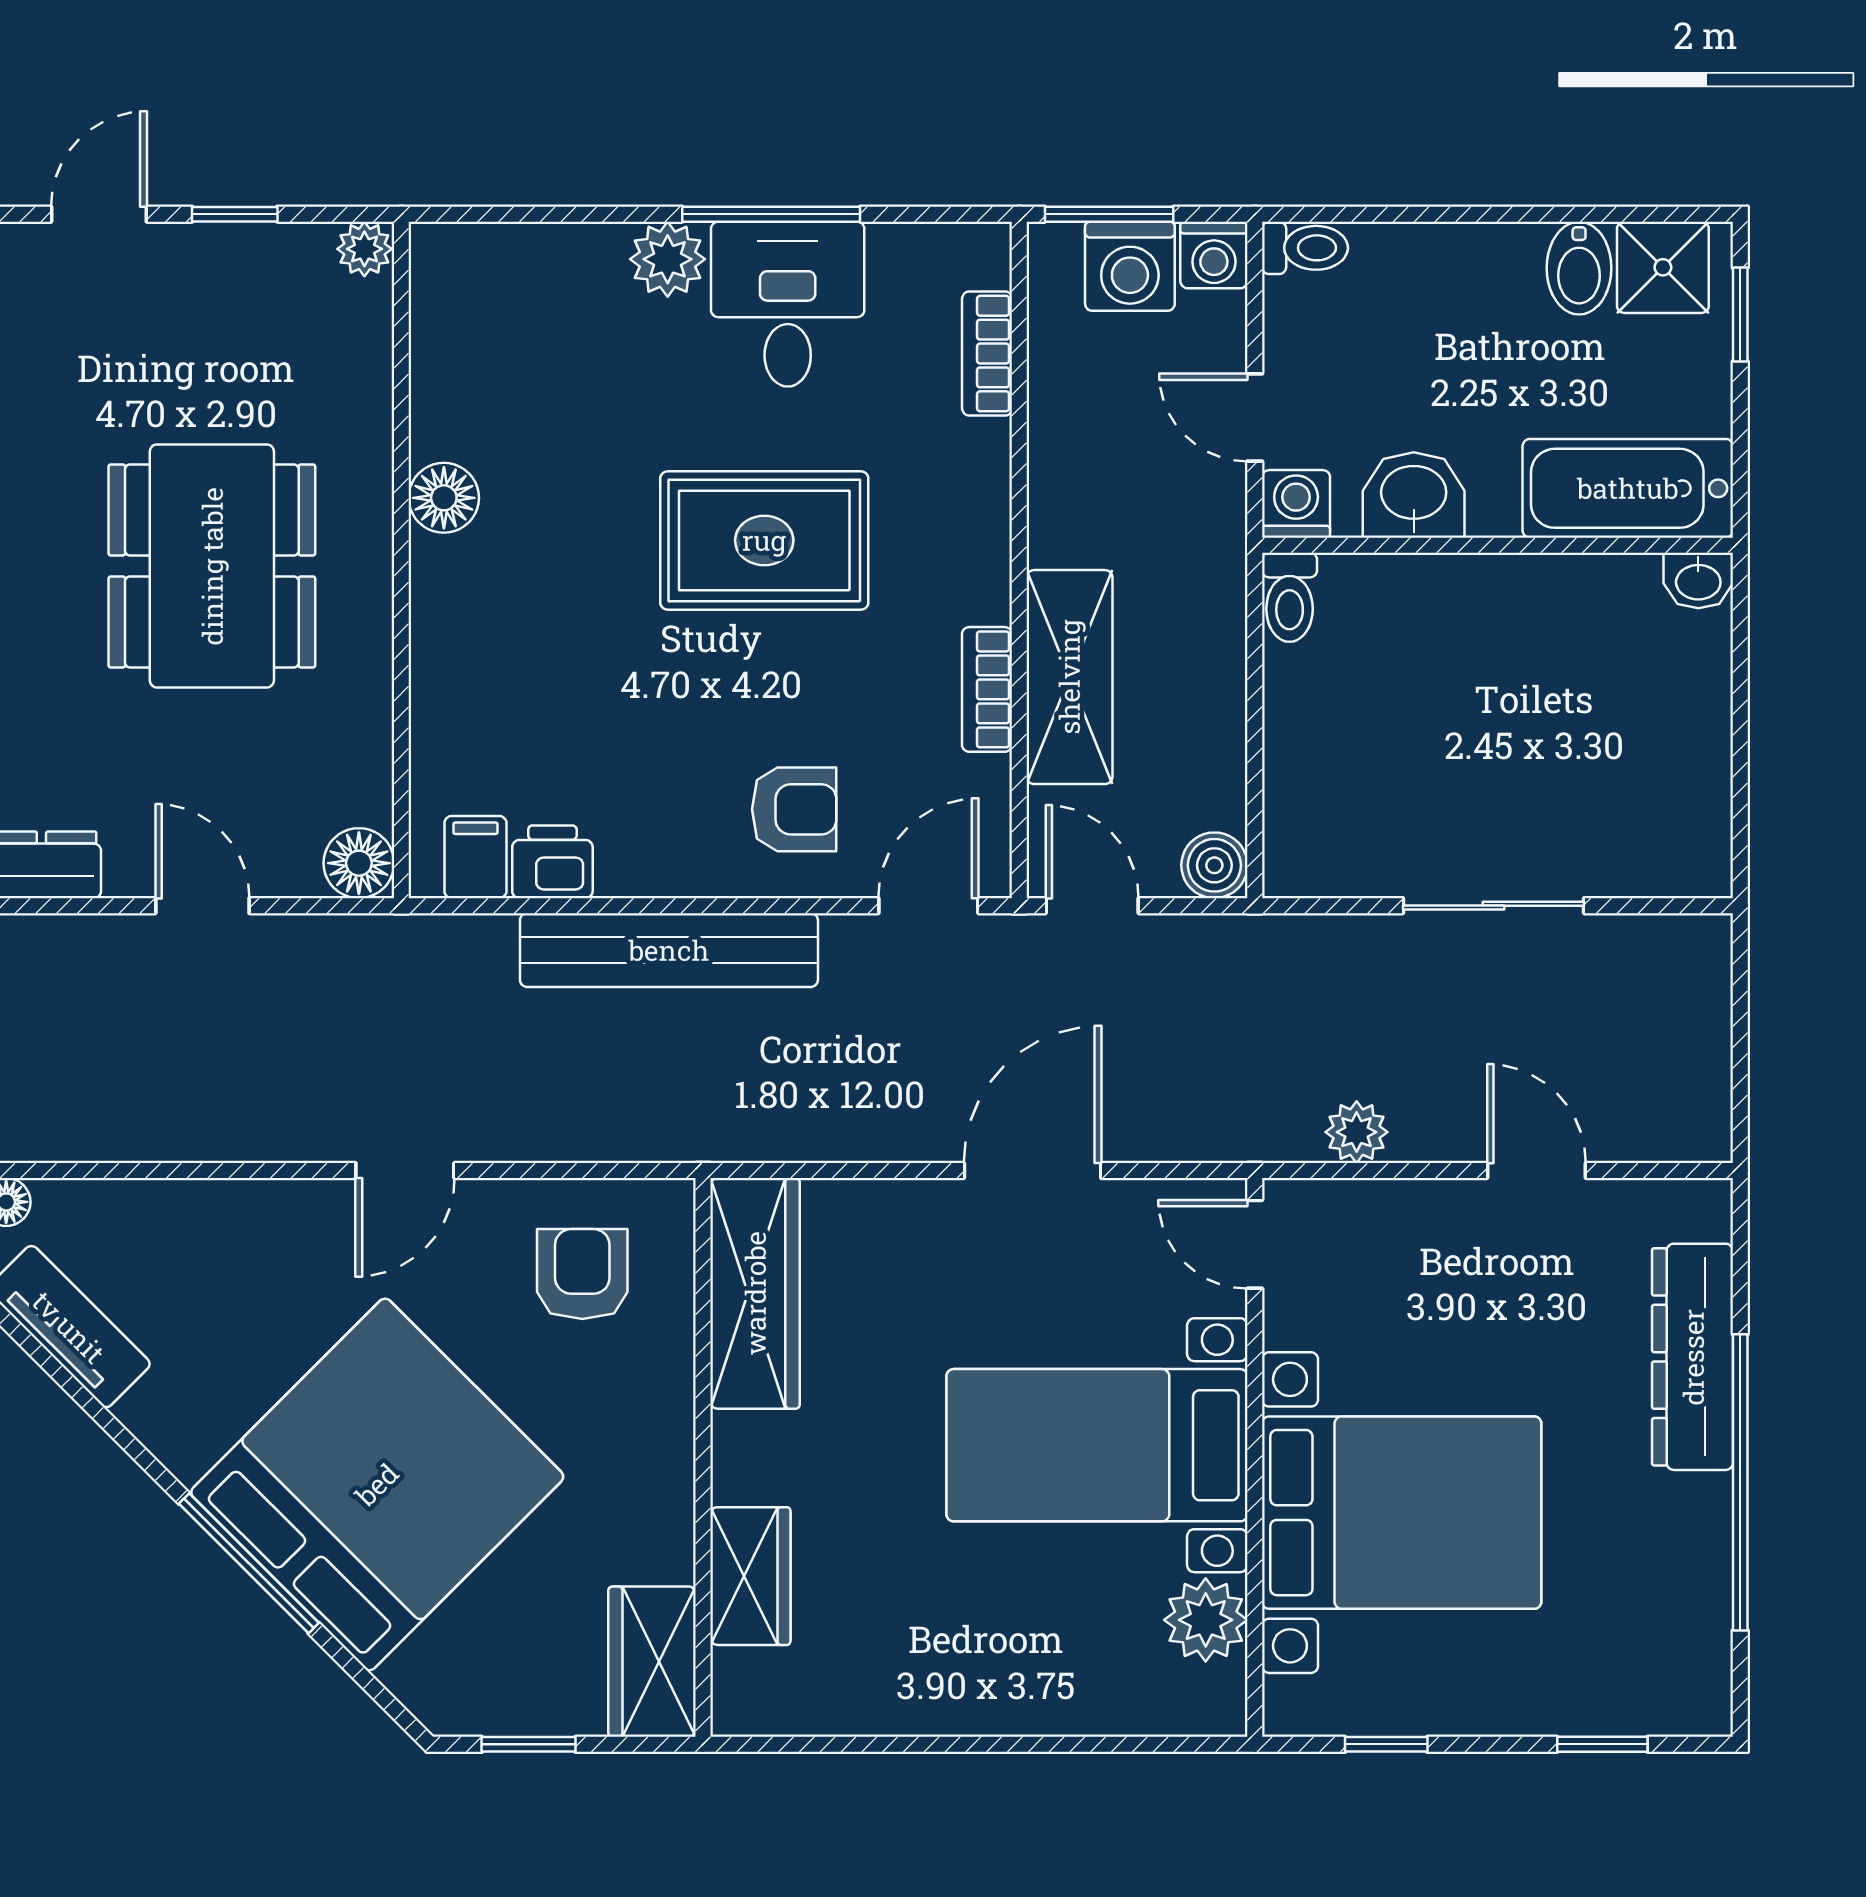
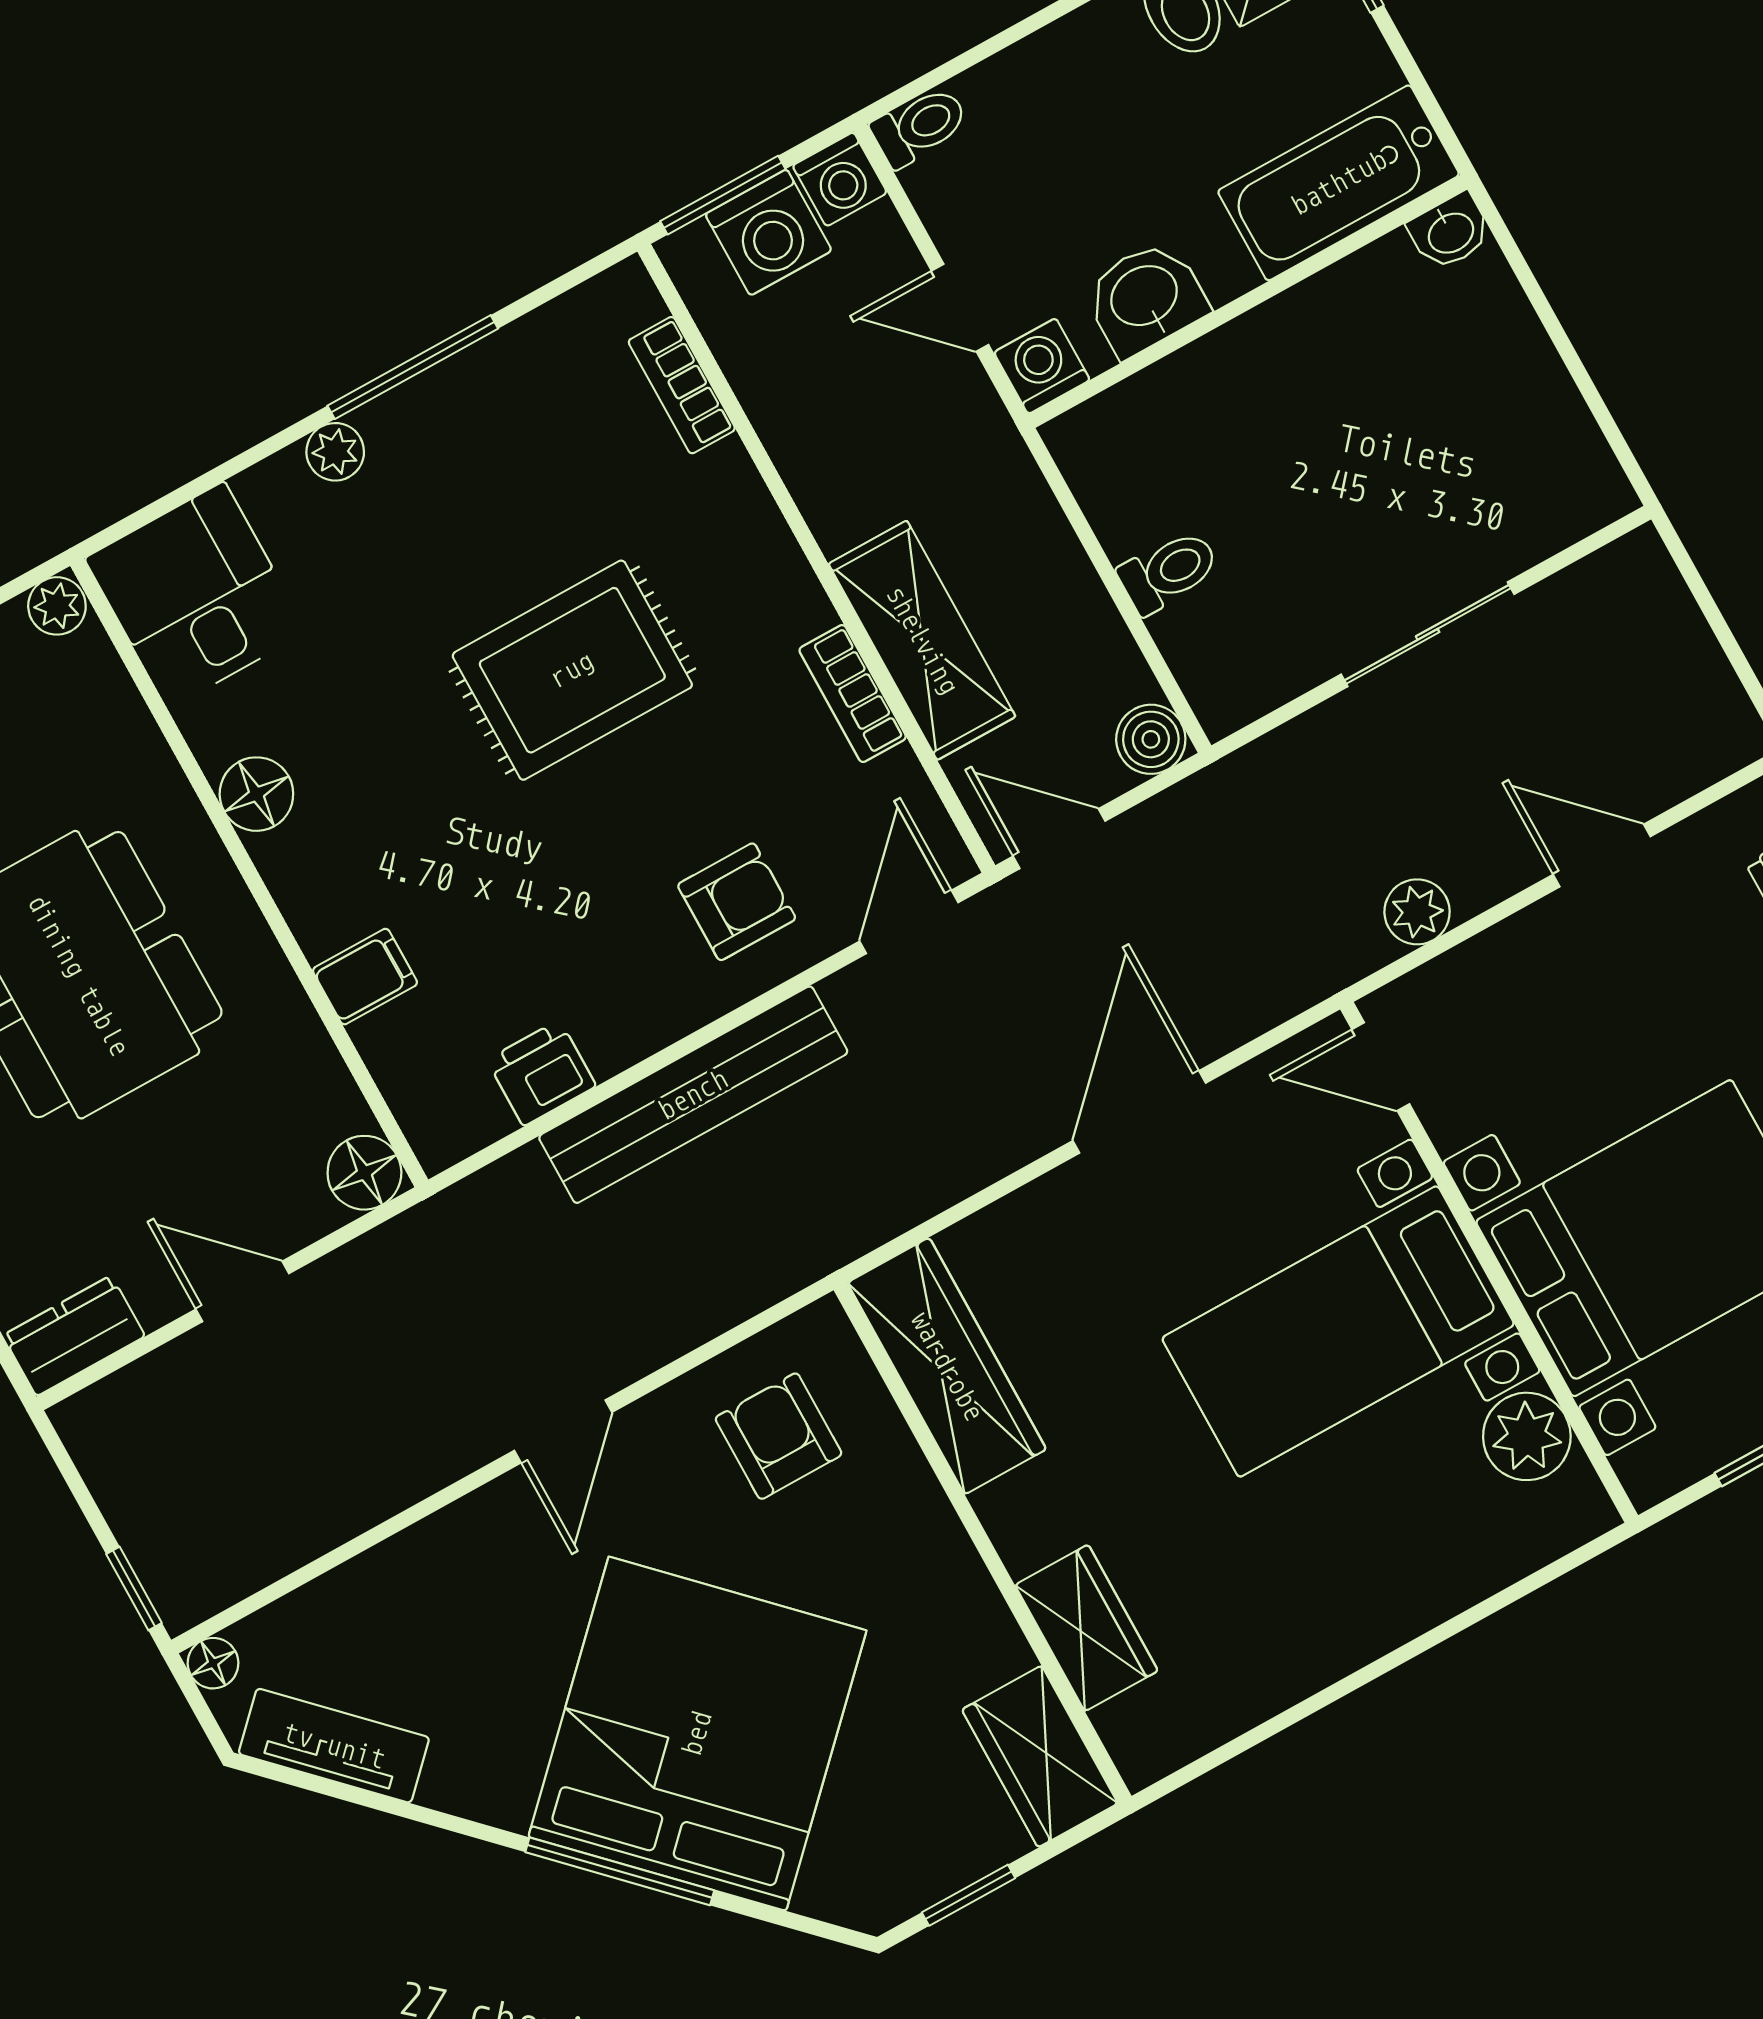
plant: (668, 259) -> (335, 452), width x0.73, depth x0.73
desk: (788, 304) -> (196, 595), moved
toilet: (1290, 597) -> (1169, 572), moved, turned -90
filing cabinet: (475, 857) -> (365, 977), moved, turned 90

